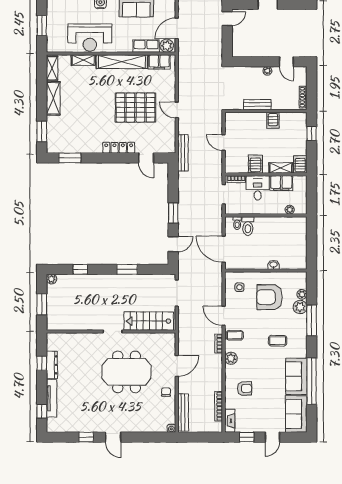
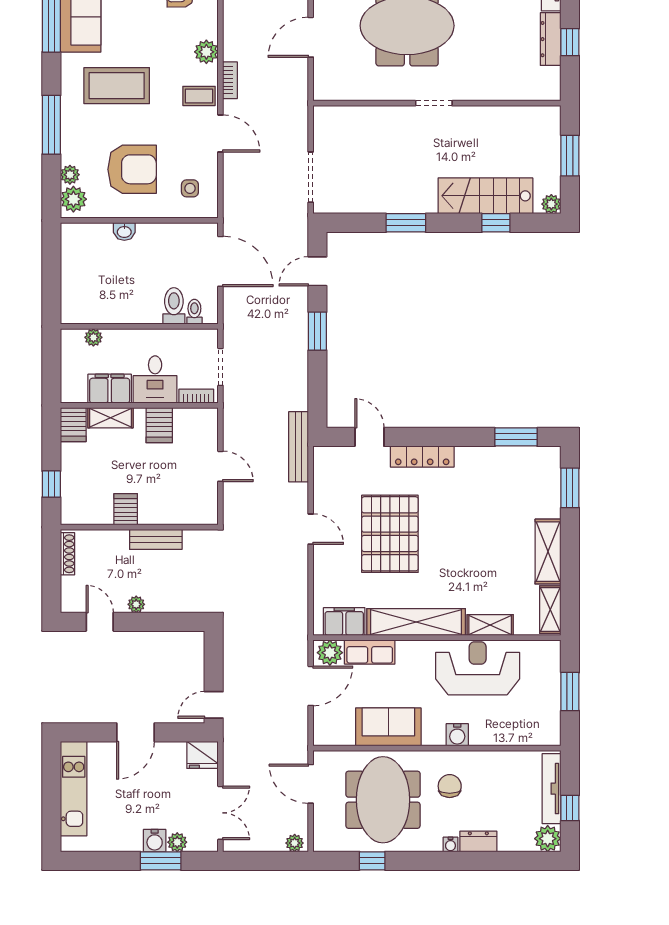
pallet: (135, 108) -> (390, 534), turned 90
plant: (300, 307) -> (73, 199), moved
stairs: (149, 321) -> (485, 196), moved, turned 180
coffee table: (278, 341) -> (117, 86), width x1.86, depth x1.72

